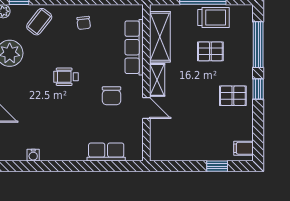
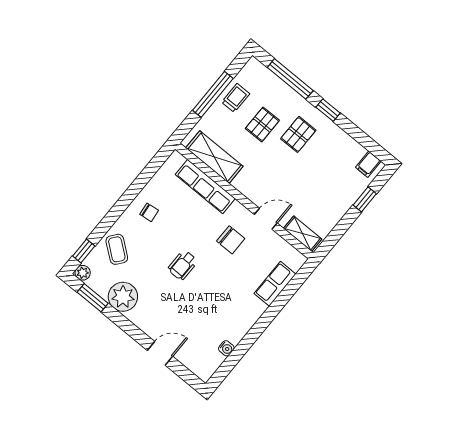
trolley: (213, 17) -> (236, 98), width x0.73, depth x0.72
shelving: (157, 80) -> (303, 234), moved
pallet: (233, 96) -> (298, 134), moved

